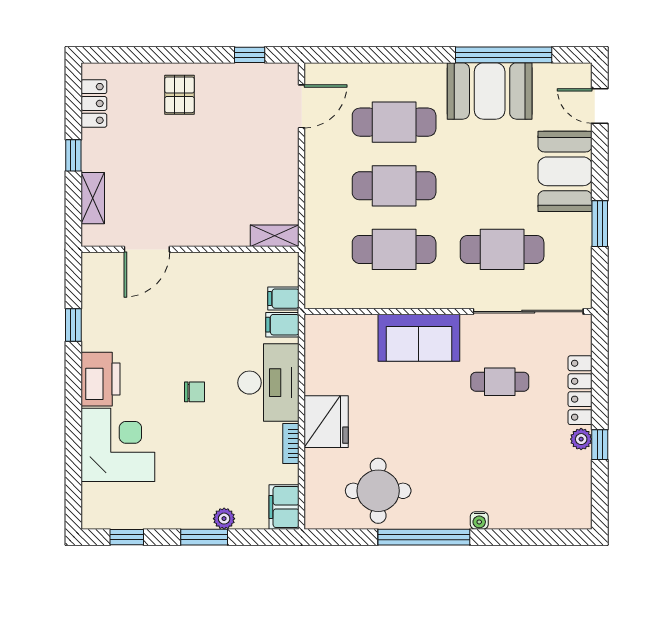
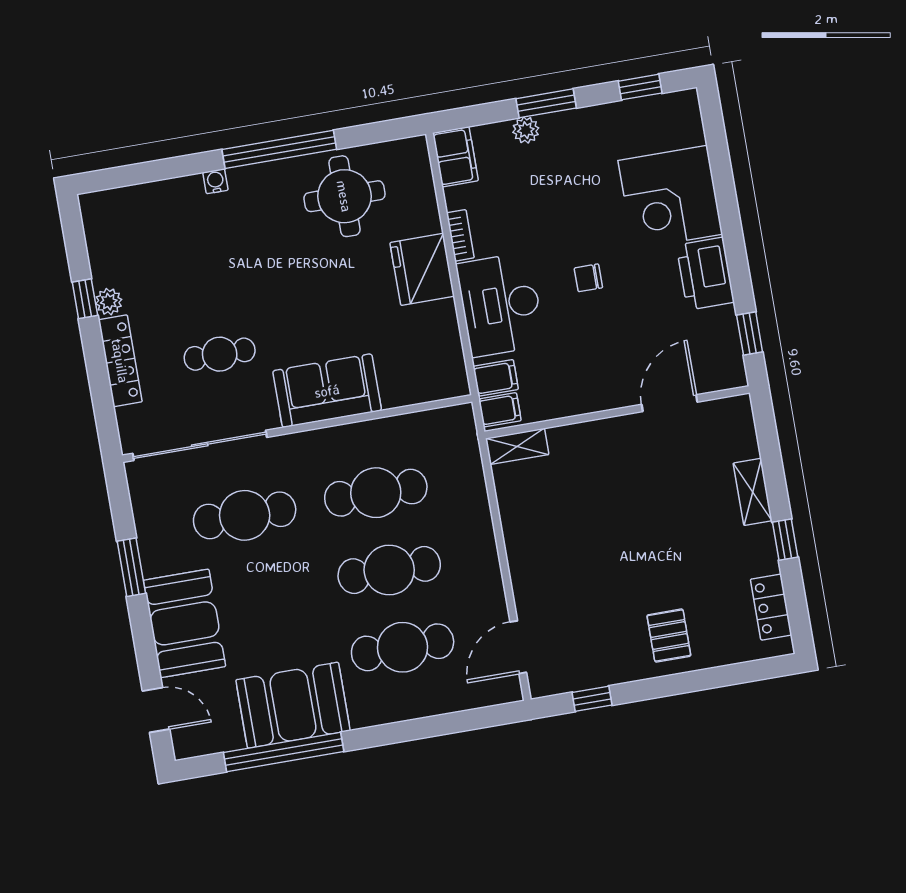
shelving: (275, 236) -> (517, 446), moved
door: (147, 249) -> (669, 403), moved
wall: (190, 249) -> (617, 412), moved

